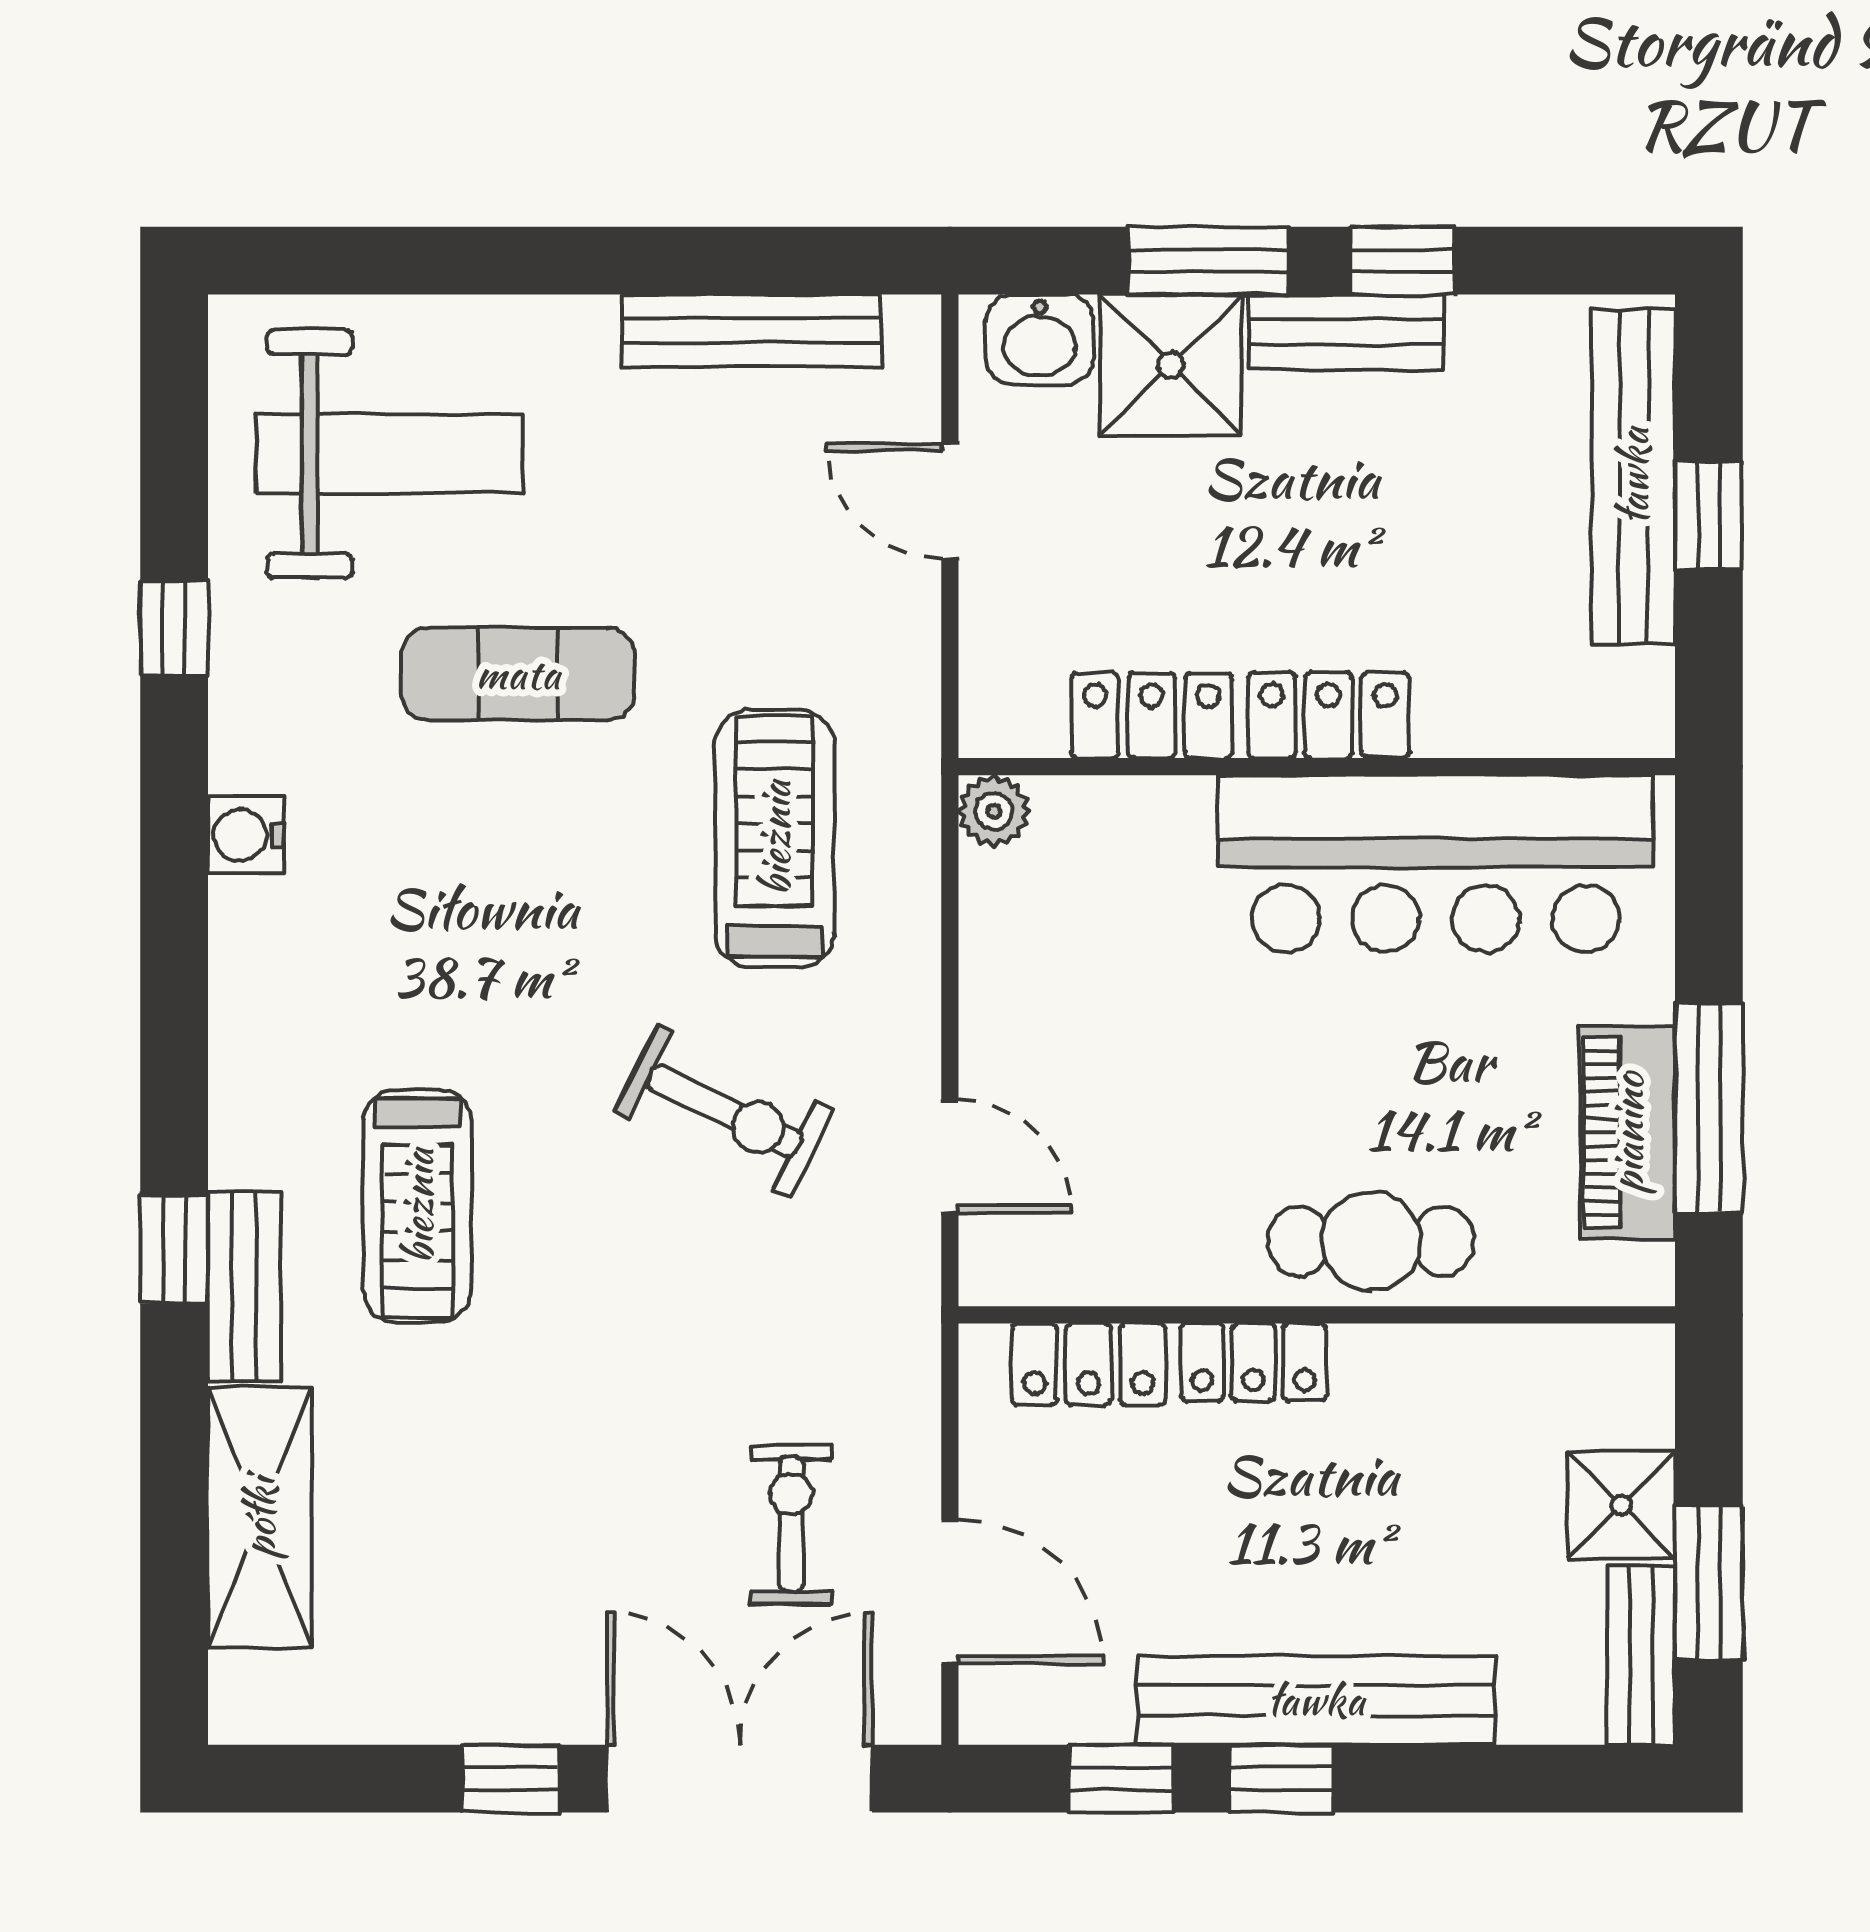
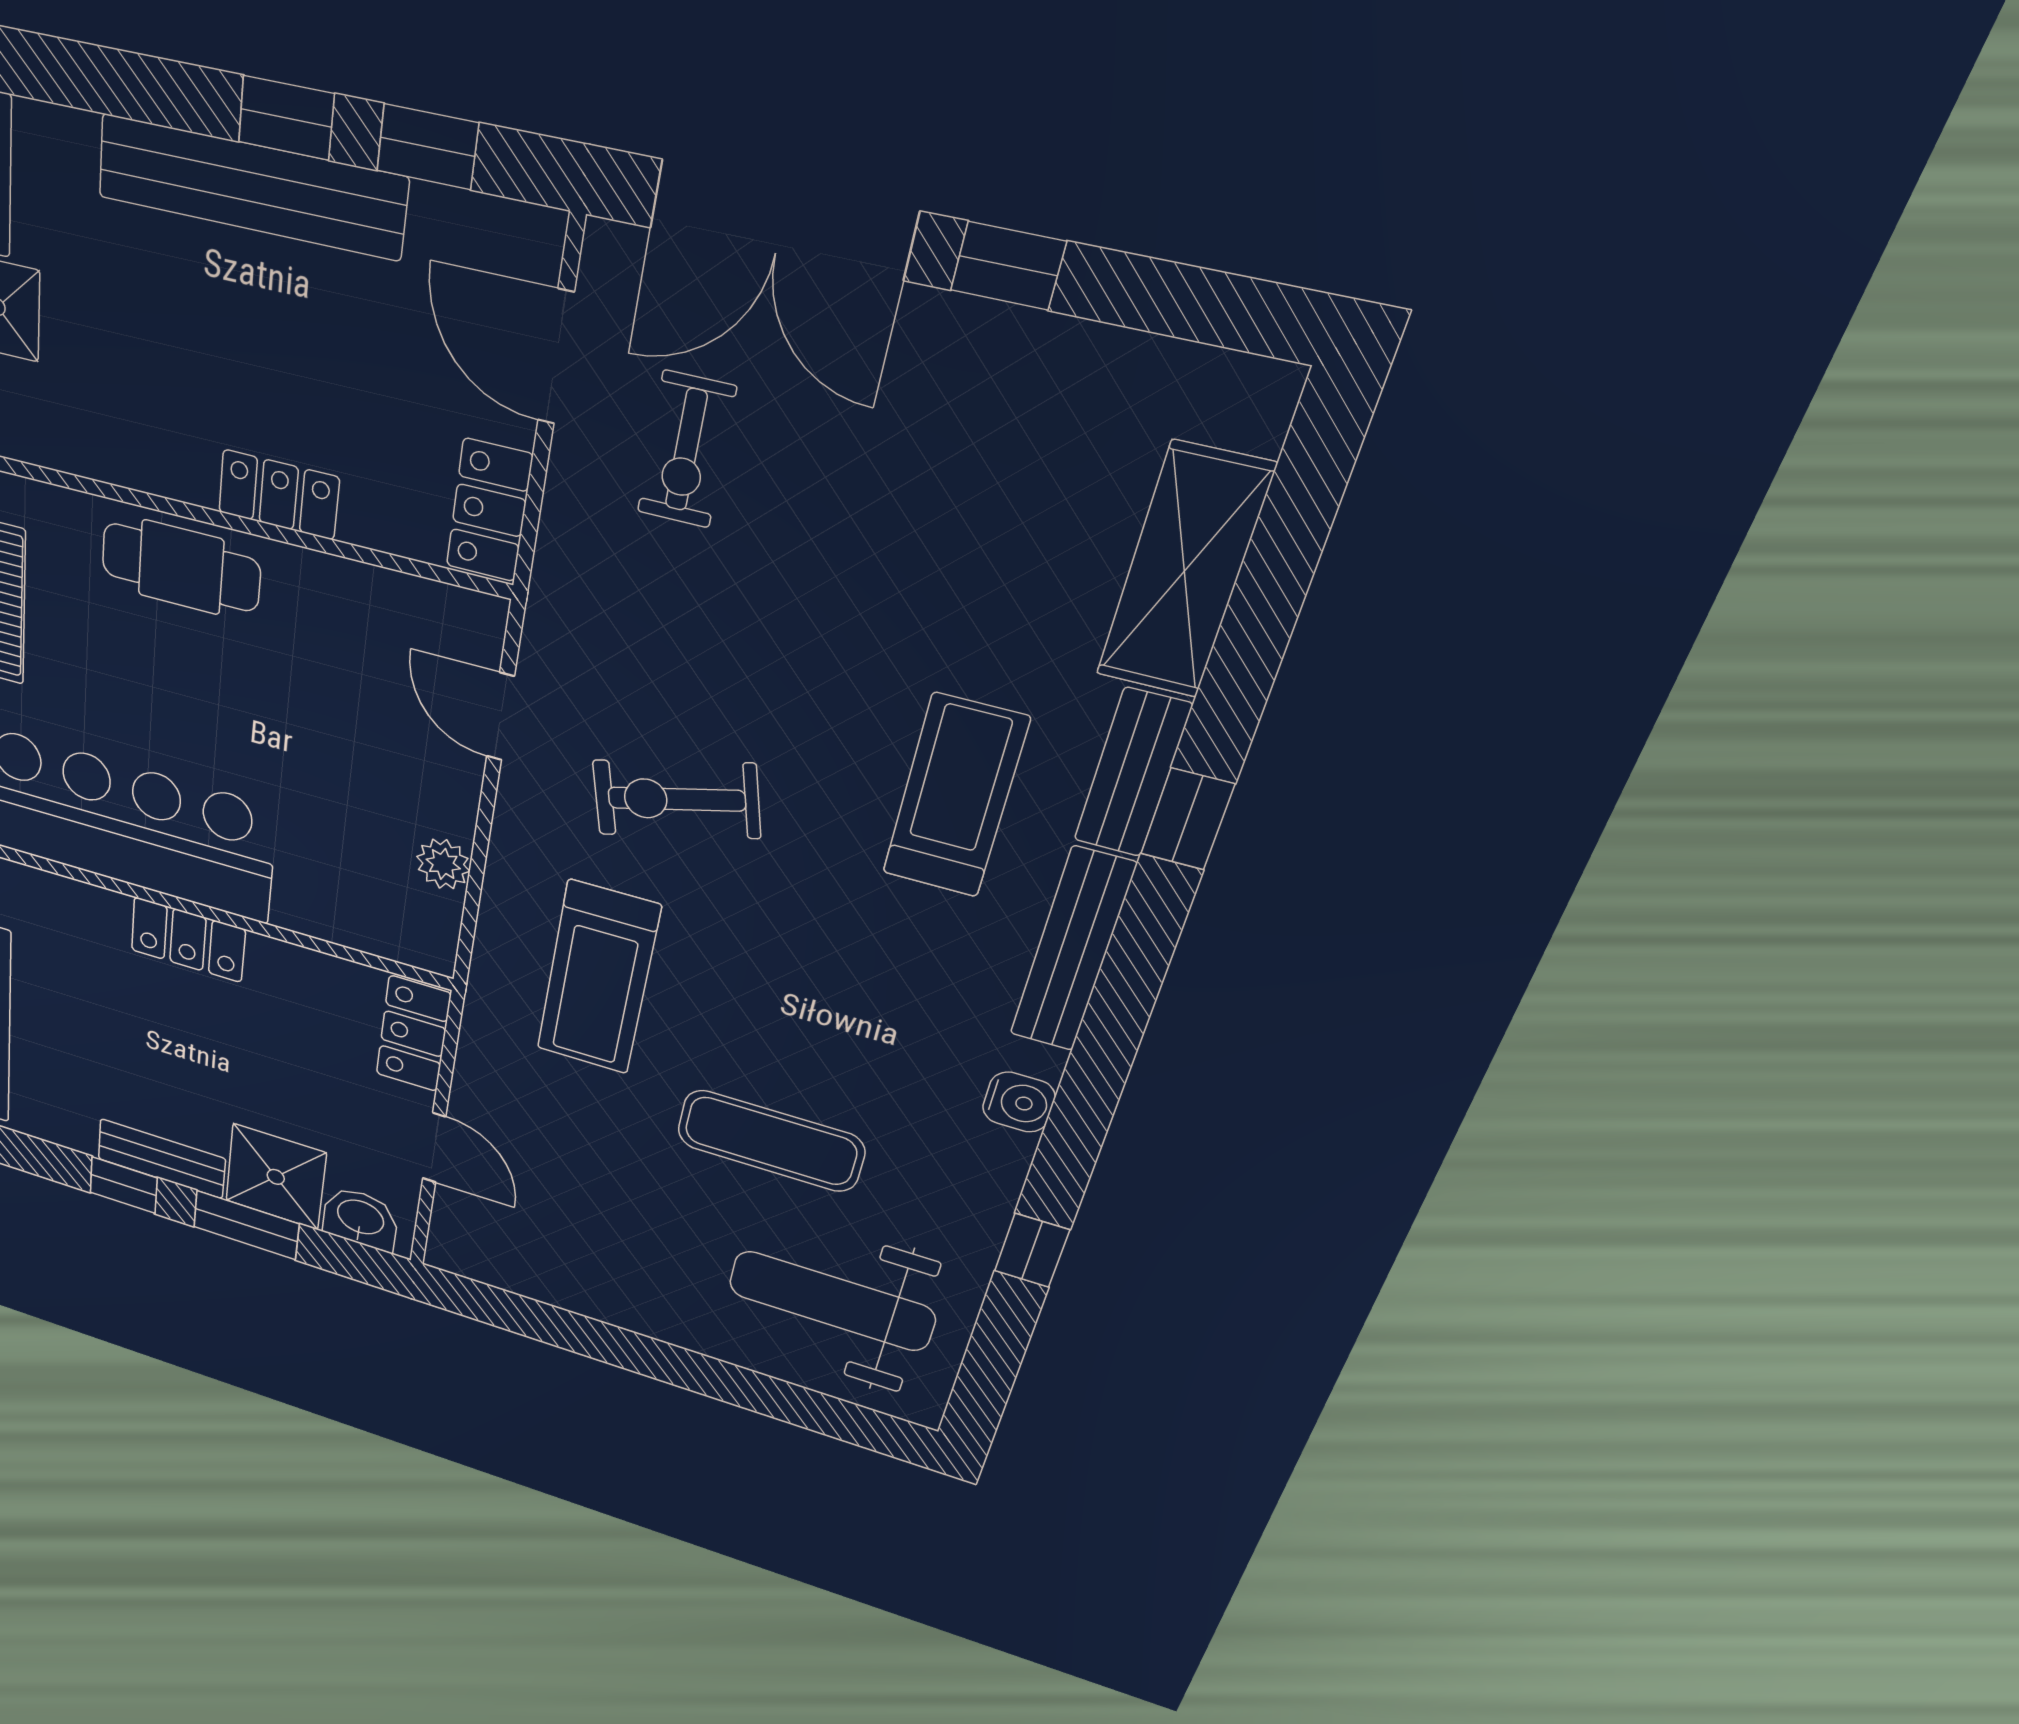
bench: (751, 331) -> (1072, 950), moved, turned 90
locker: (1152, 715) -> (413, 1034), moved, turned 90
plant: (994, 811) -> (443, 864), moved
exercise bike: (724, 1111) -> (676, 799), turned -41
locker: (1089, 1364) -> (489, 510), moved, turned -90

